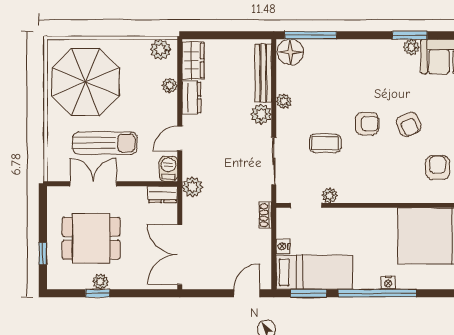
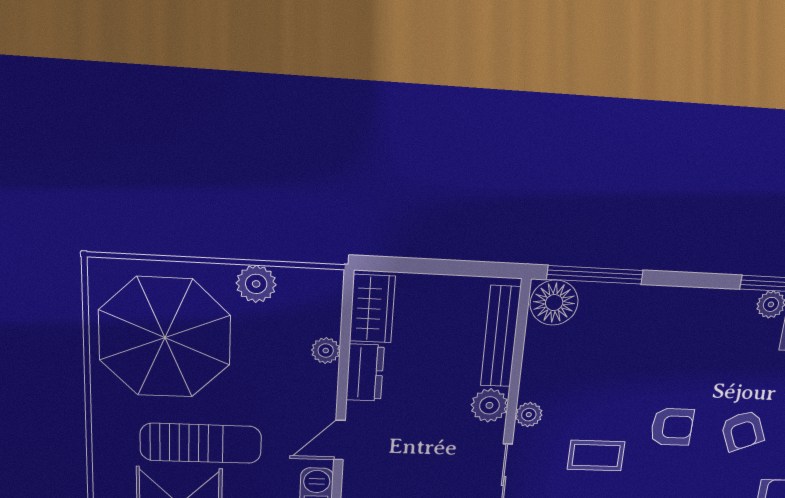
plant: (161, 50) -> (256, 284), moved
plant: (284, 101) -> (529, 415), moved

